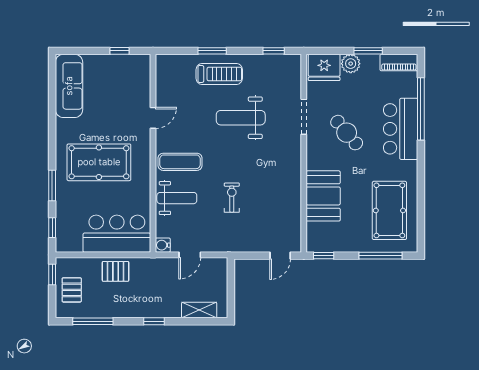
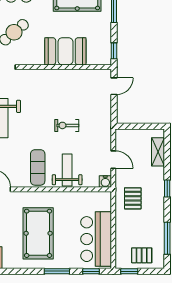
bar counter: (117, 234) -> (96, 239), moved
door: (280, 256) -> (114, 86), hinge flipped
pallet: (116, 271) -> (133, 198), moved

